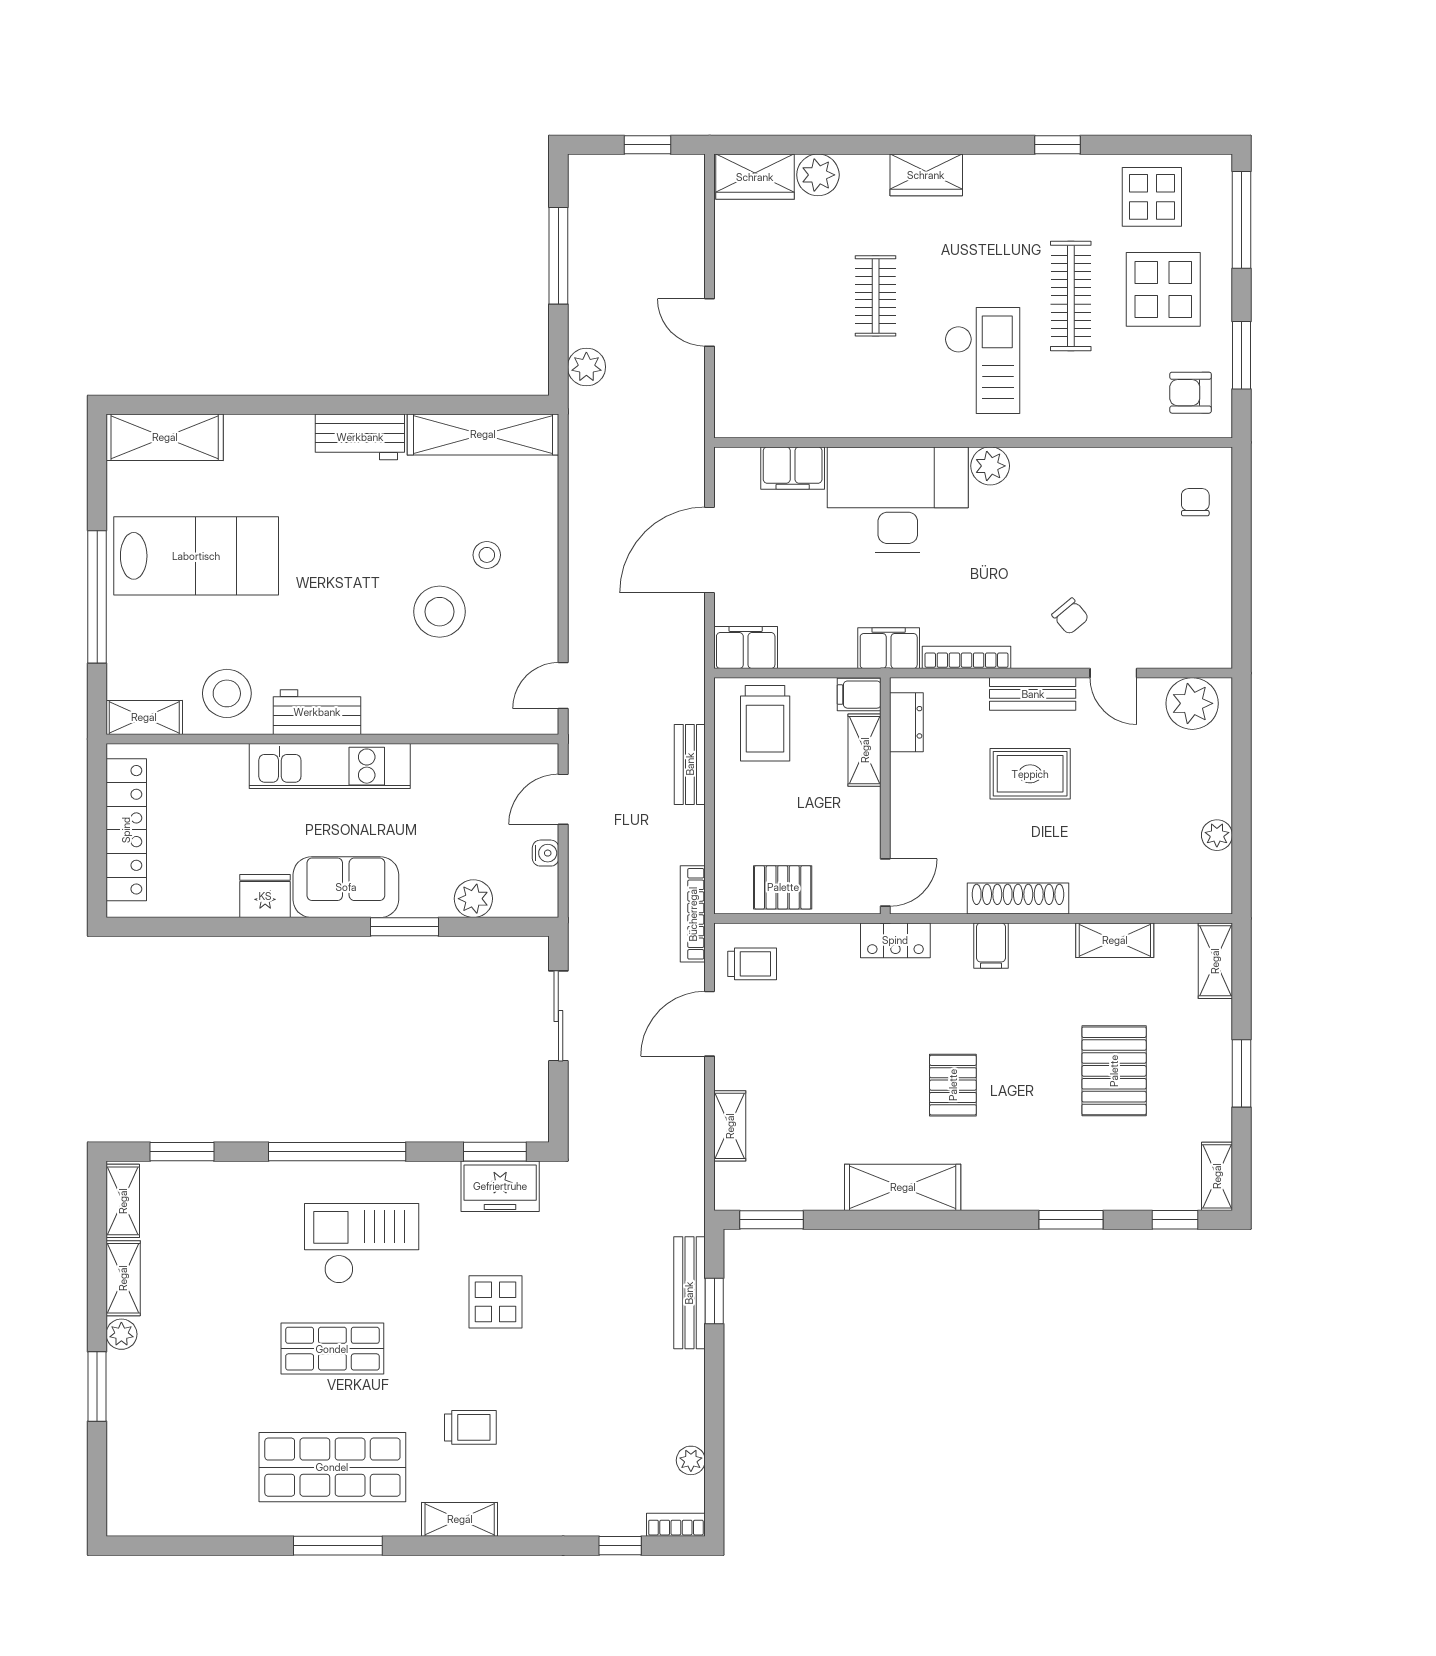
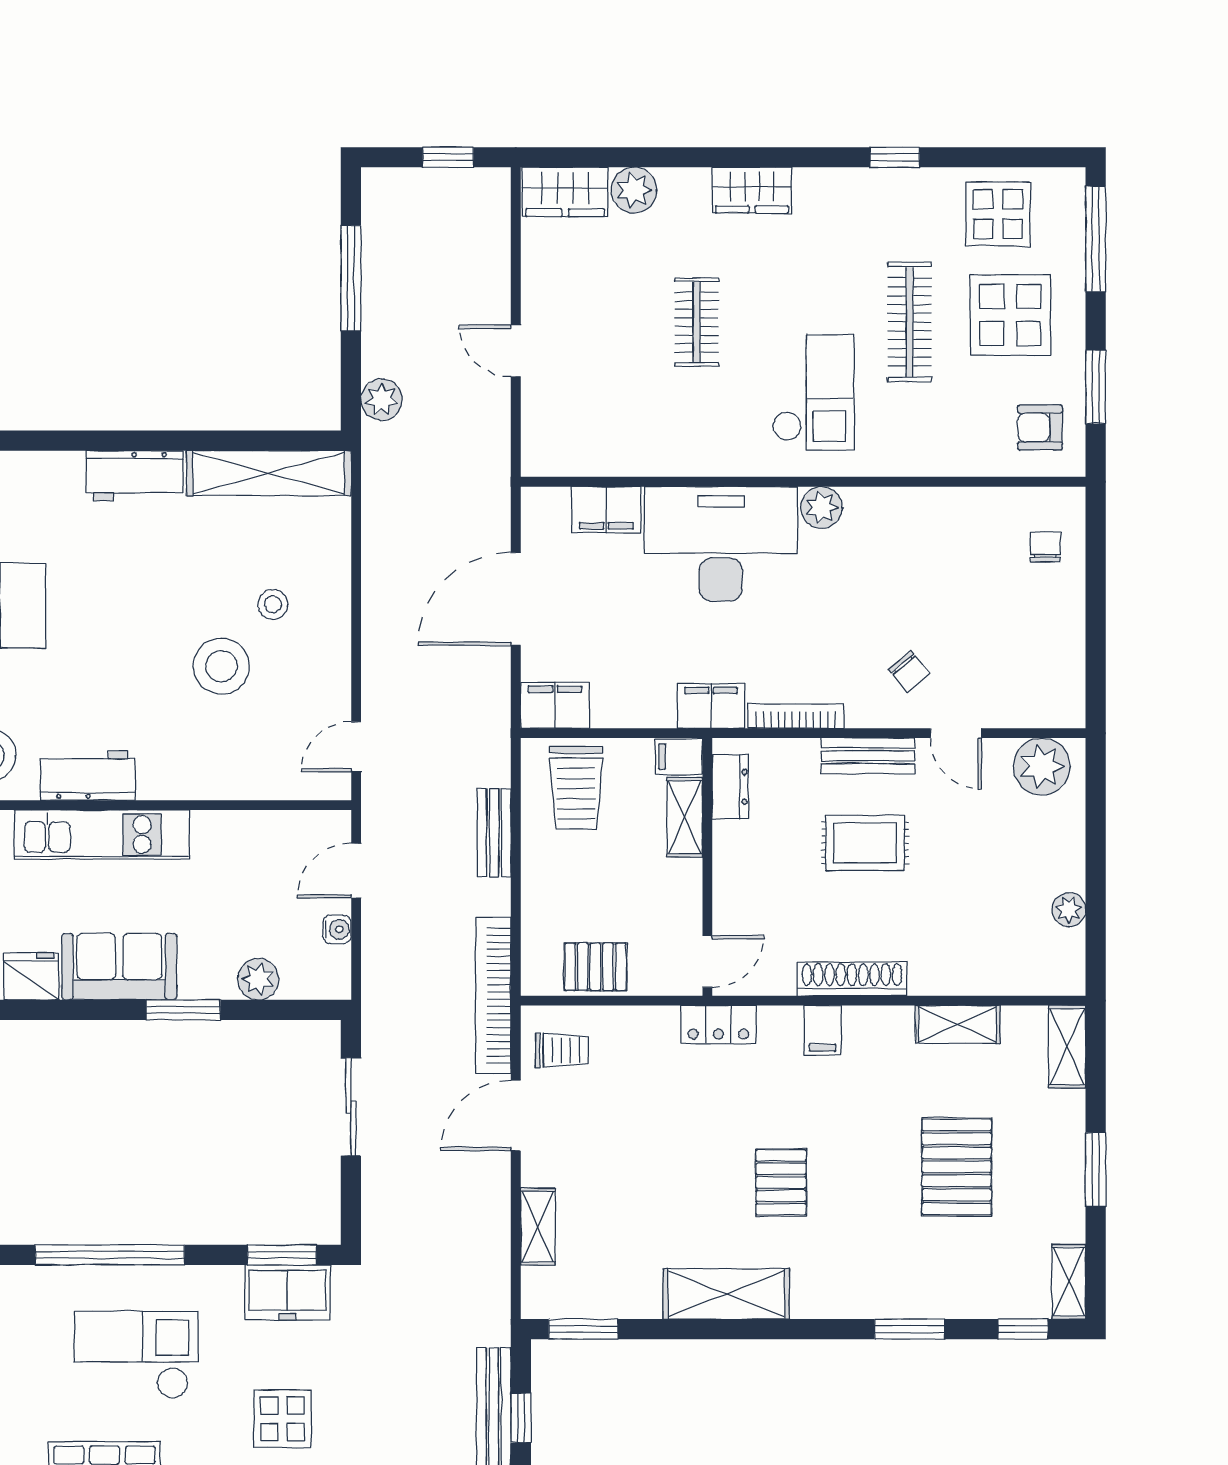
bookcase: (693, 914) -> (493, 996), width x1.48, depth x1.31

